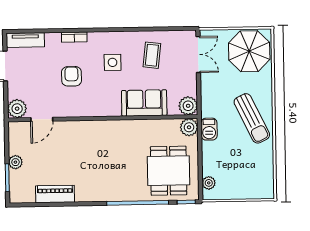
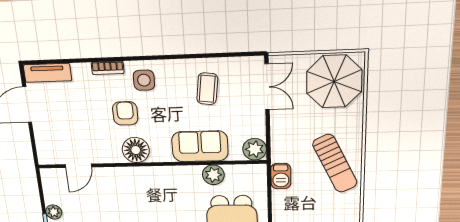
side table: (113, 62) -> (144, 80), moved
armchair: (71, 76) -> (125, 113), moved
floor lamp: (91, 106) -> (136, 150), added
plant: (17, 109) -> (48, 154), removed
plant: (189, 127) -> (213, 175), moved

